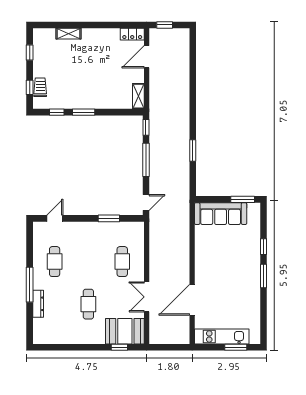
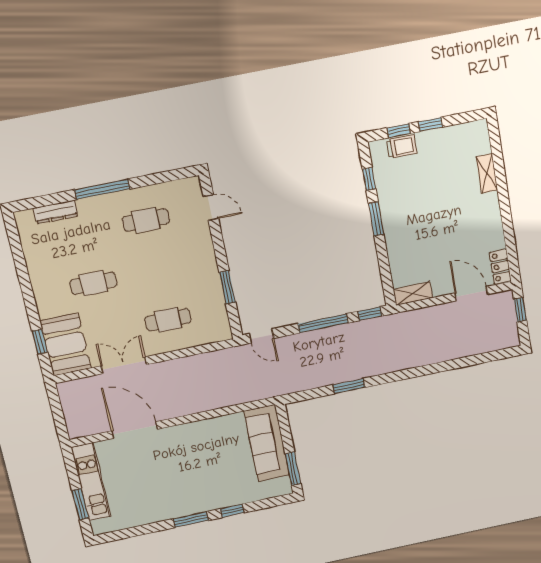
window: (30, 53) -> (431, 124), moved
dresser: (38, 304) -> (56, 212), moved

